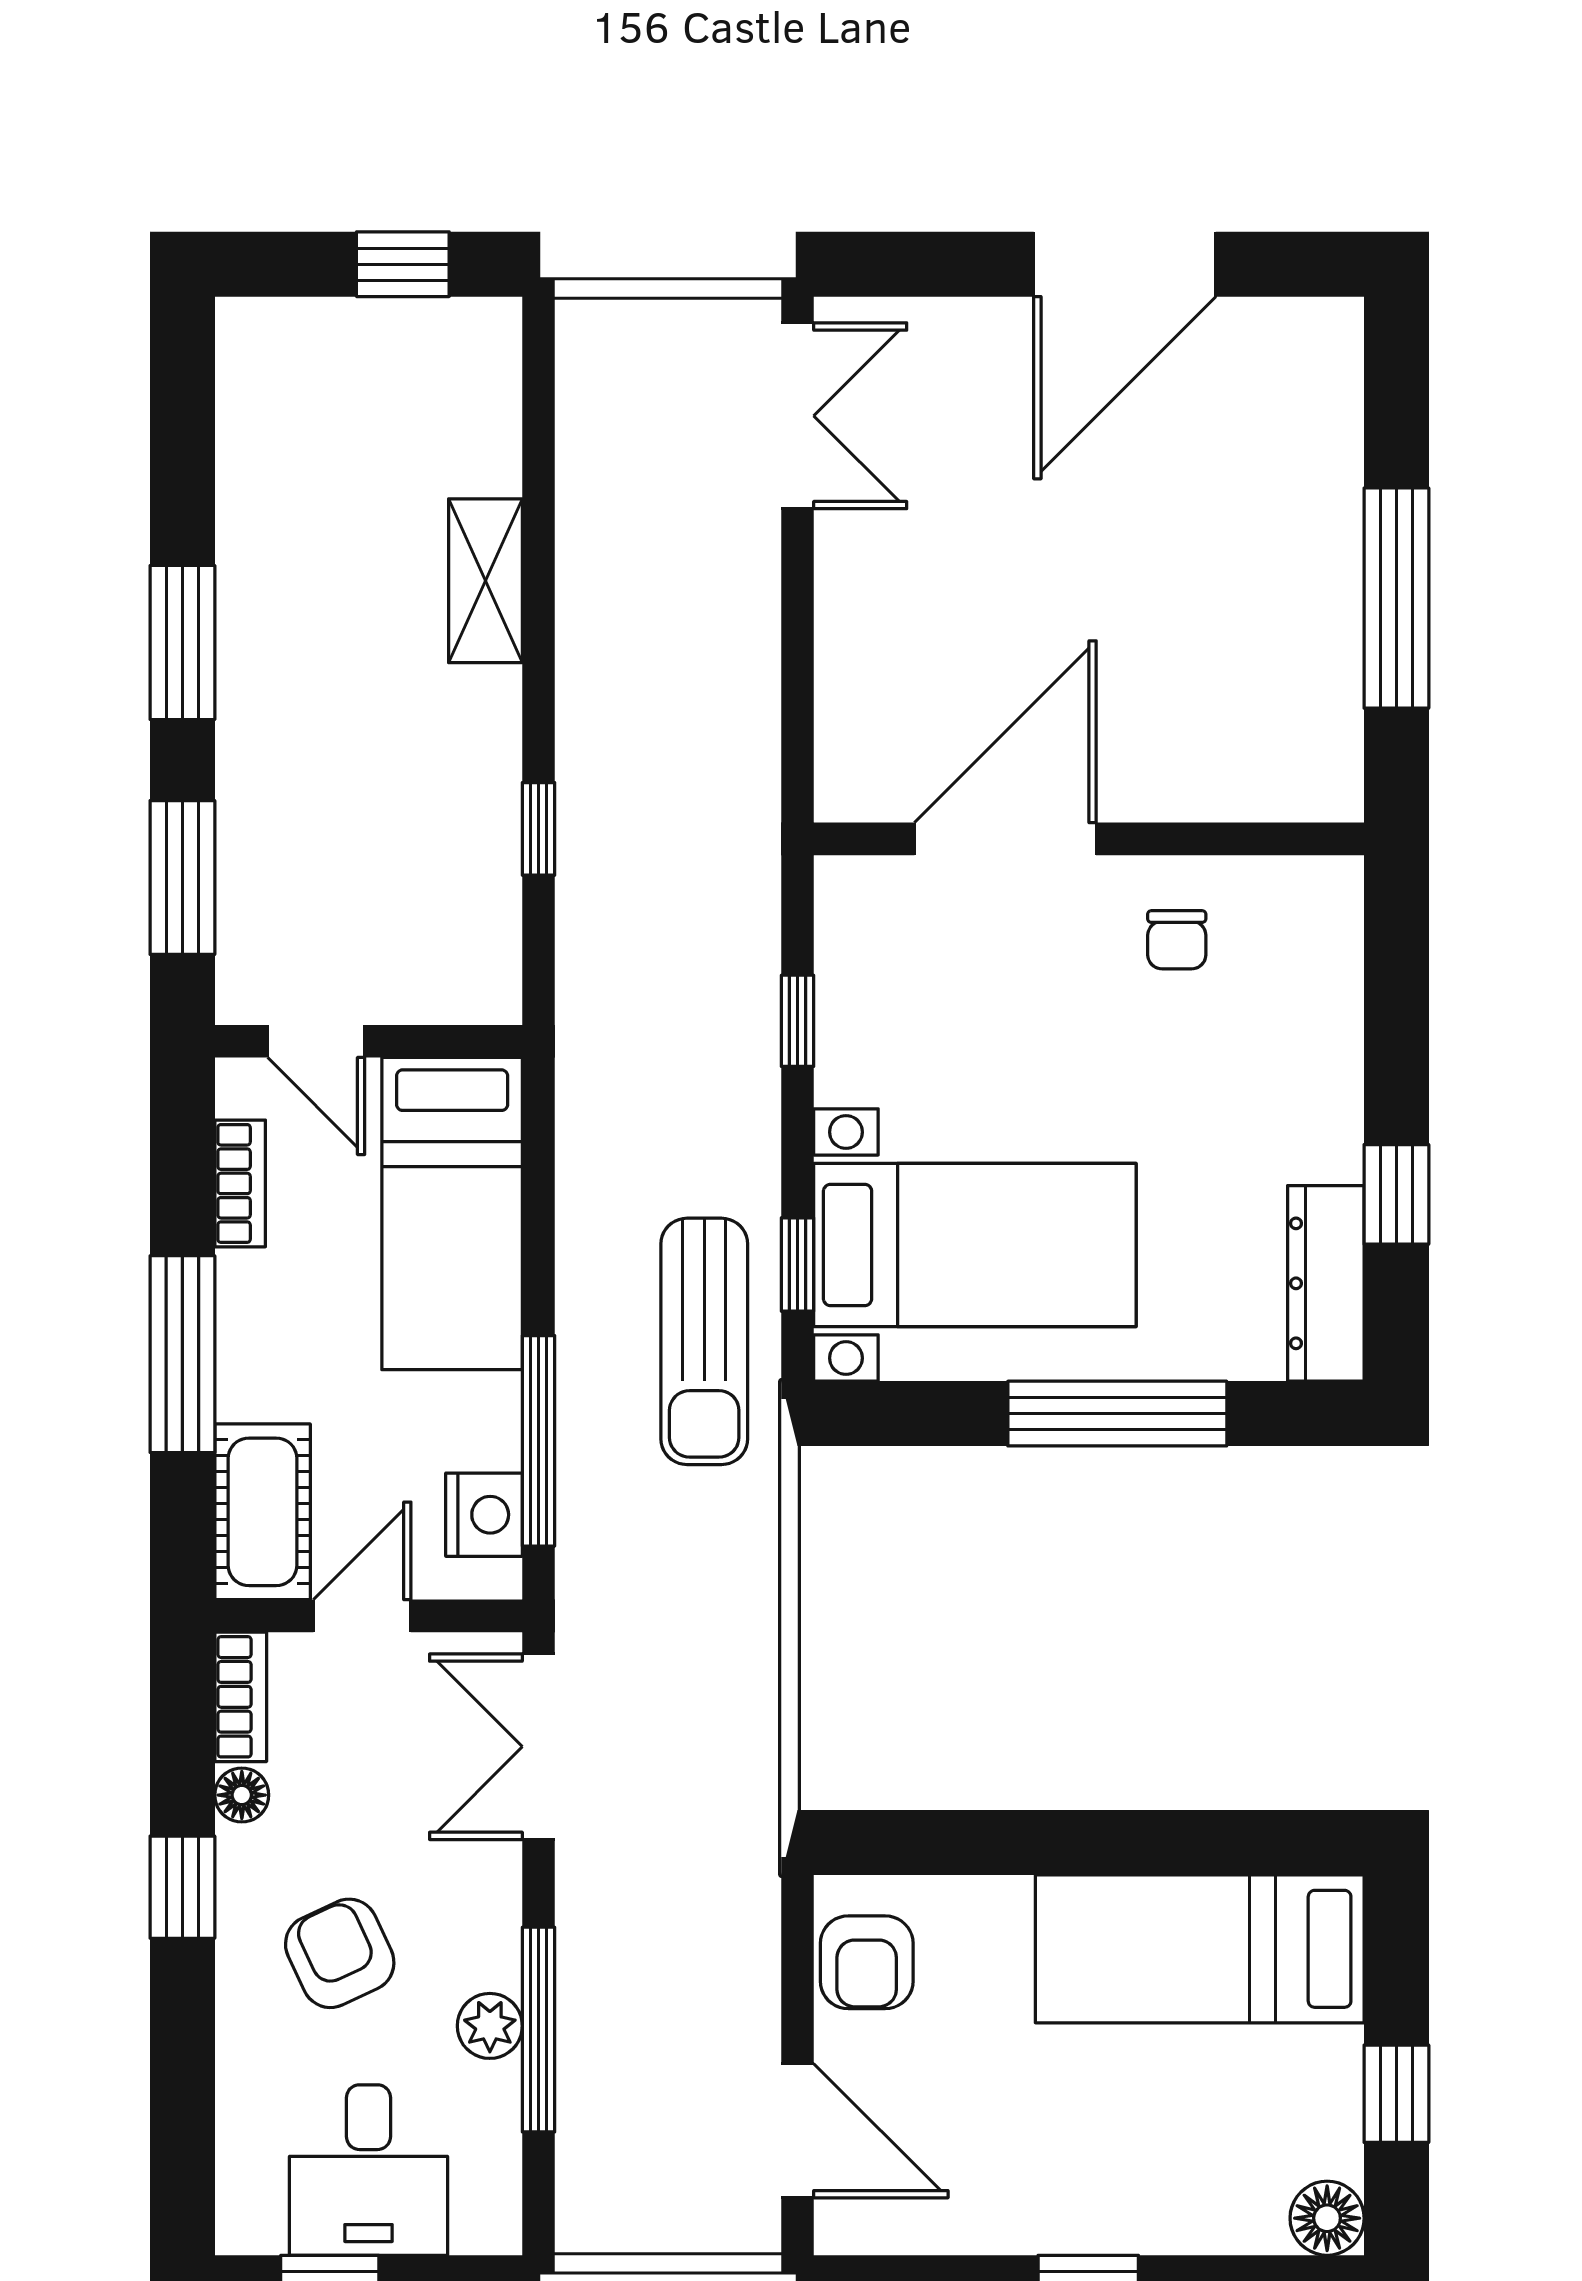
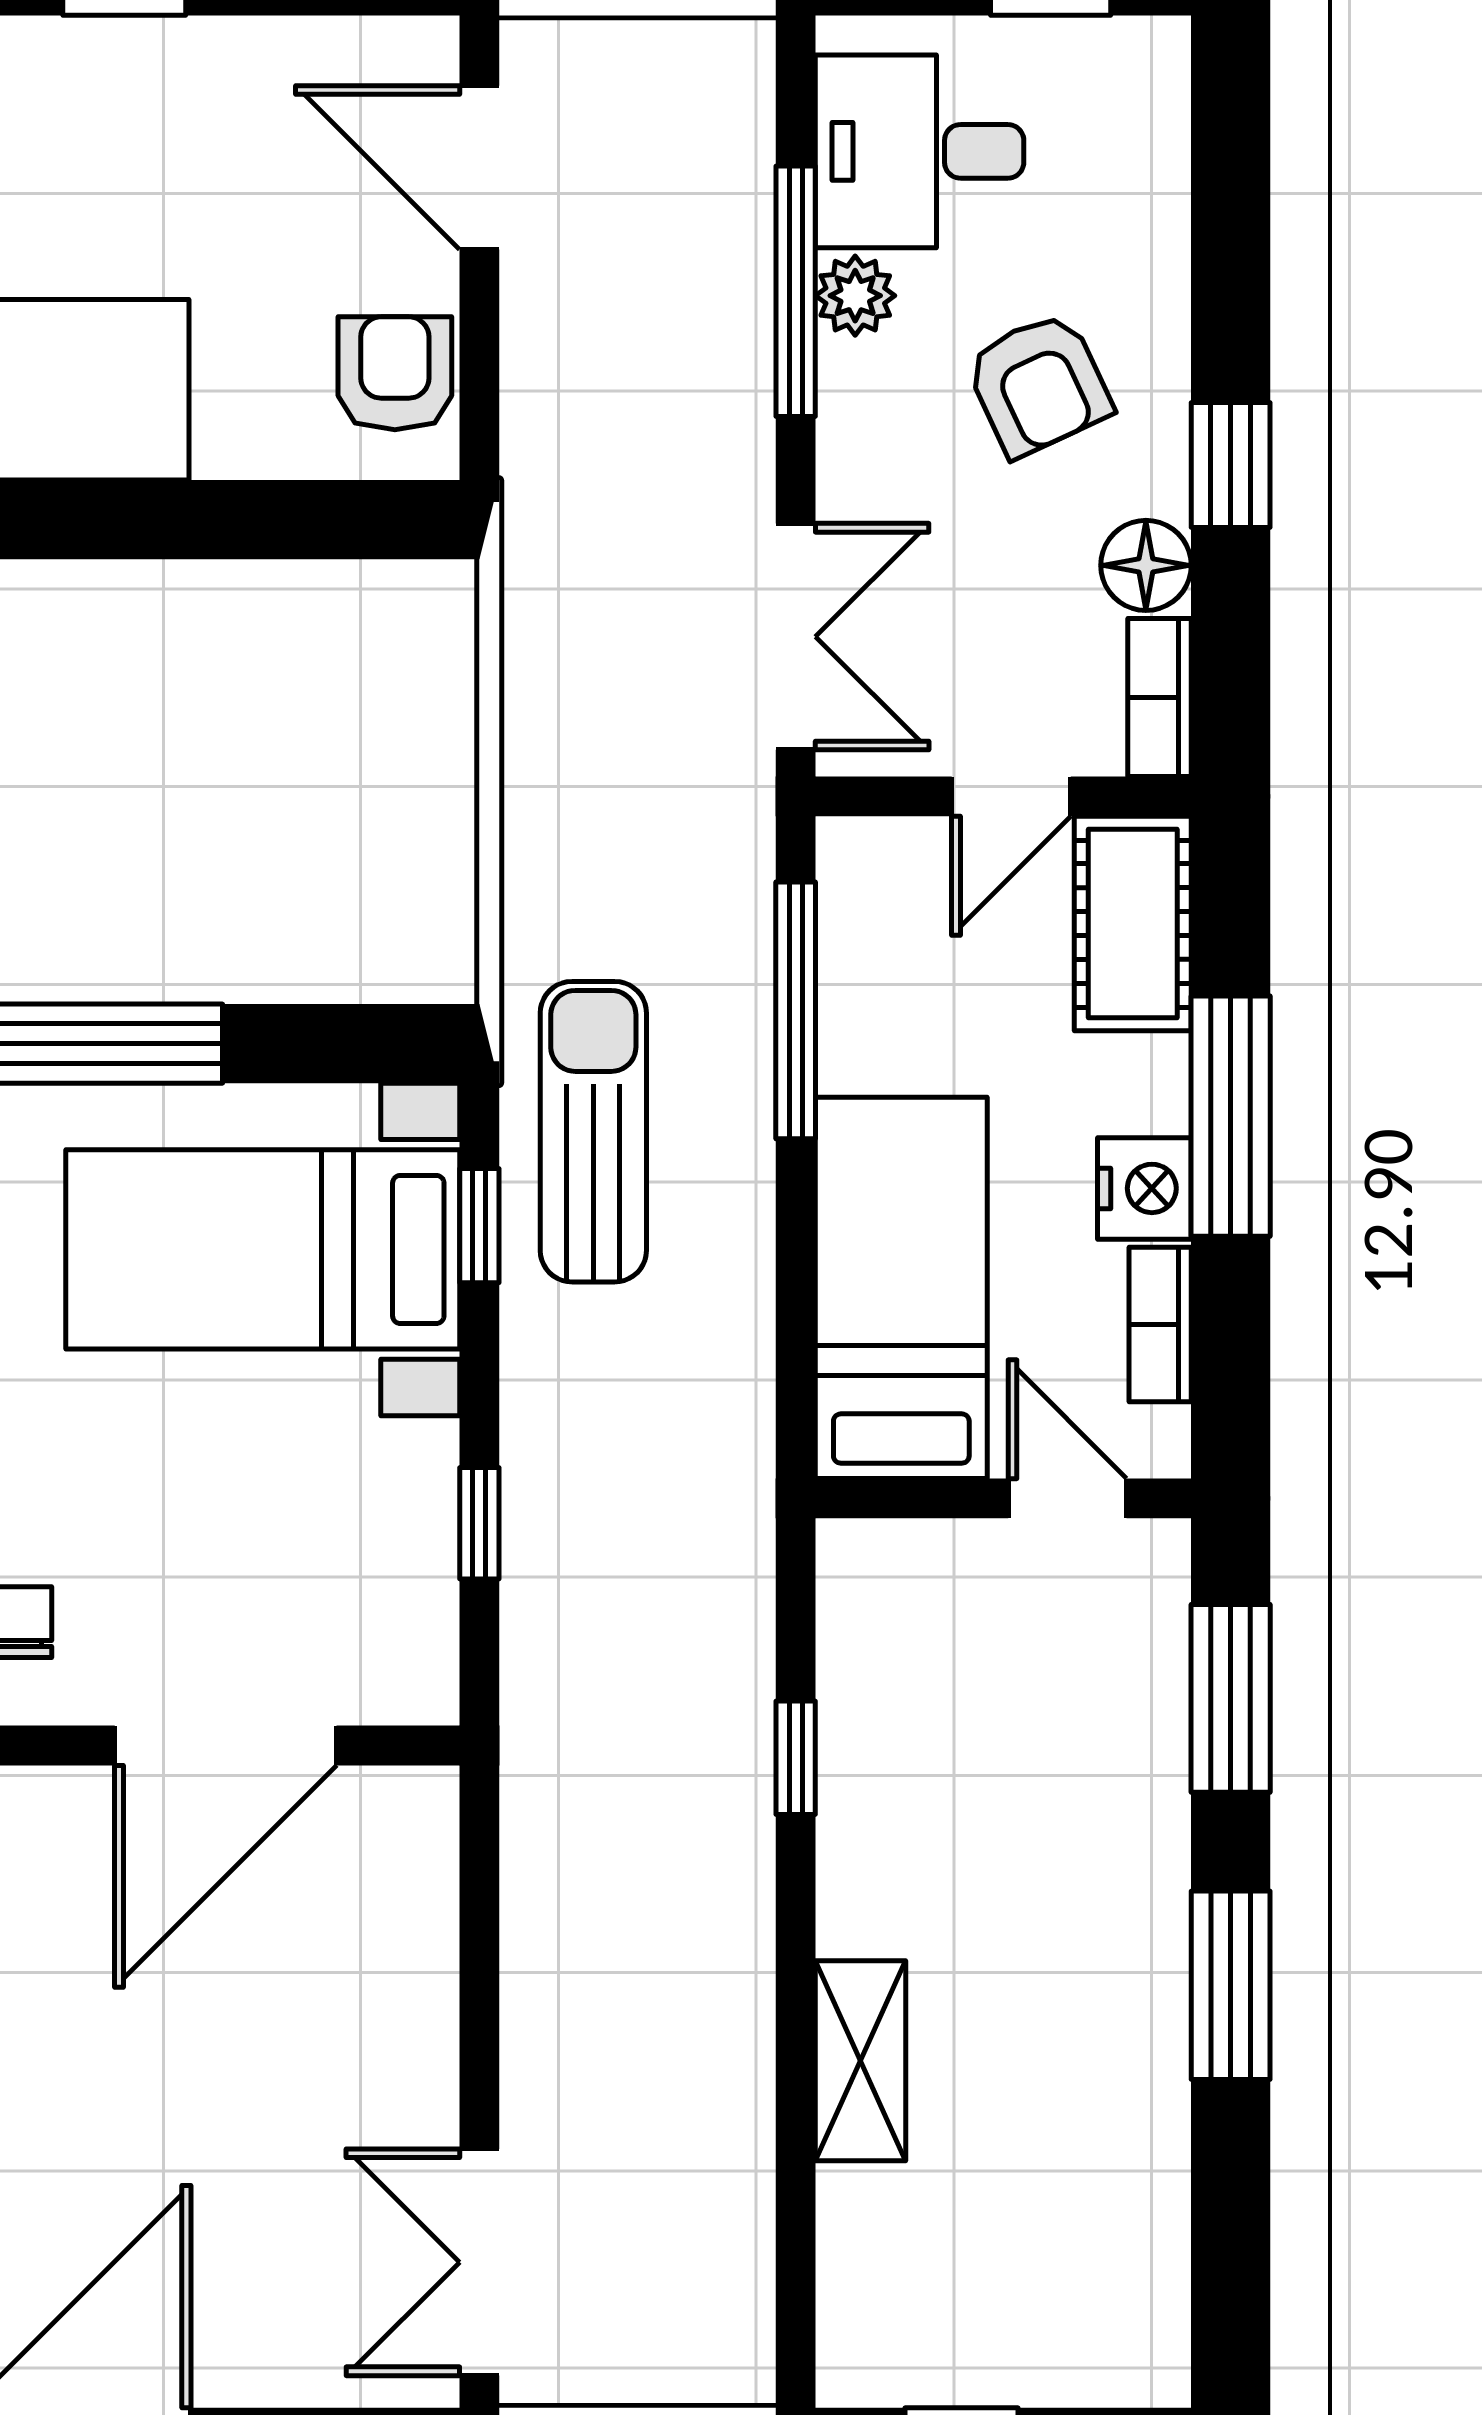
nightstand: (484, 1515) -> (1144, 1188), moved, turned 180
floor lamp: (242, 1795) -> (1146, 565), width x1.37, depth x1.37
desk: (368, 2170) -> (920, 151), moved, turned -90

